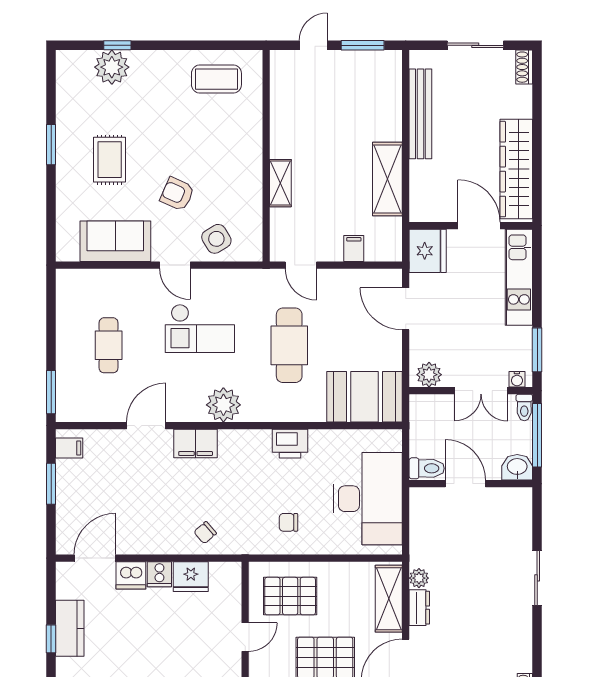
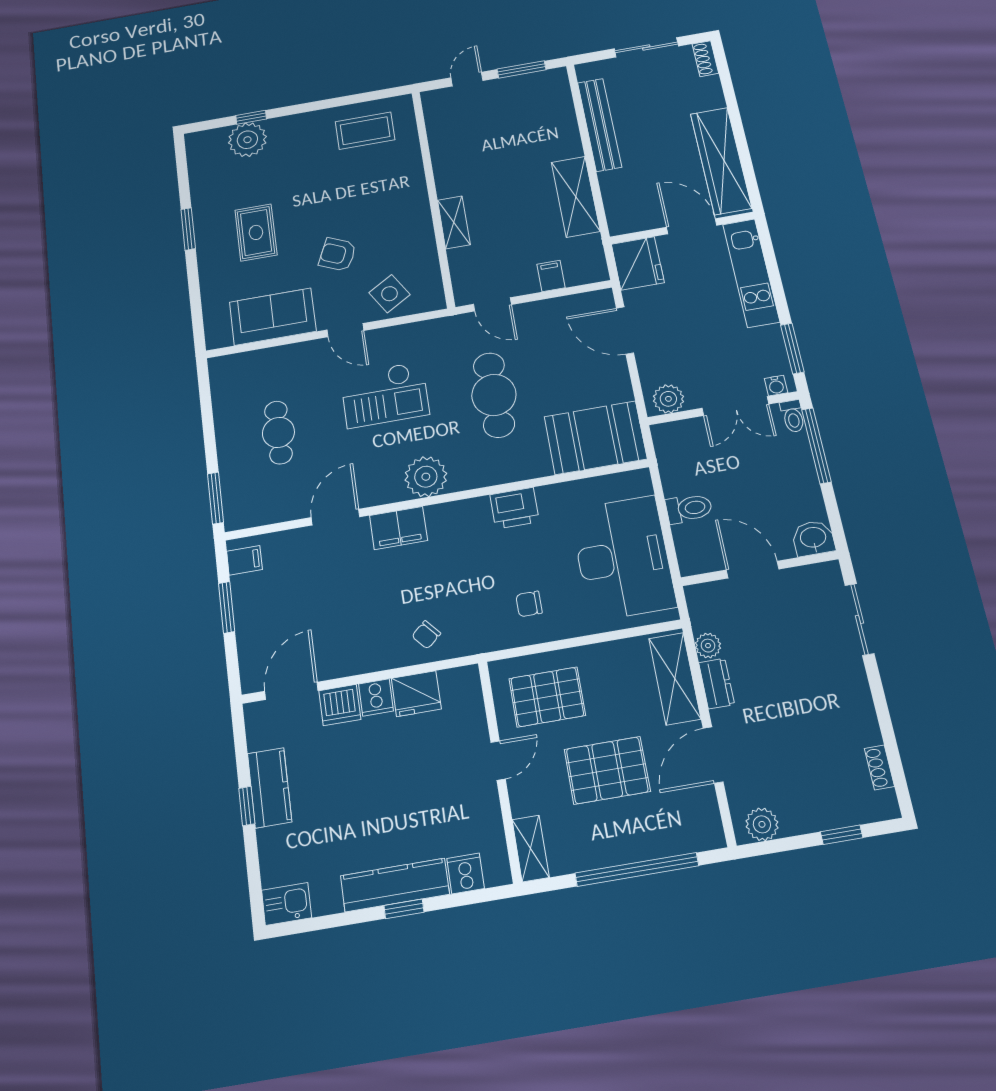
washbasin: (517, 467) -> (813, 538), moved
door: (465, 484) -> (753, 570), moved
wall: (471, 484) -> (760, 568), moved

